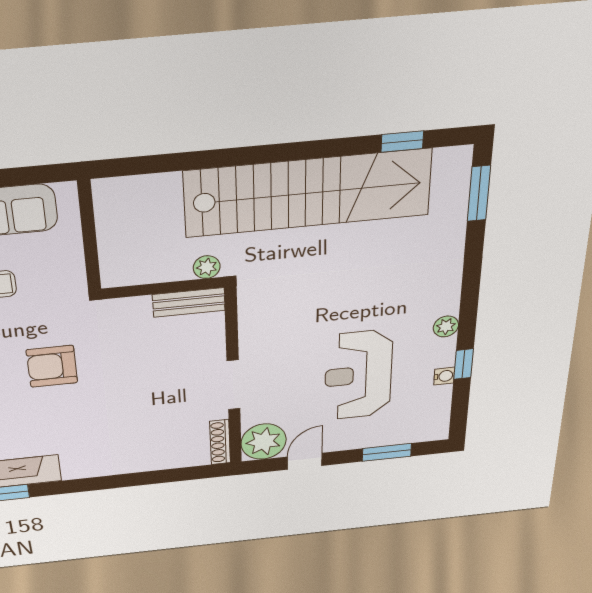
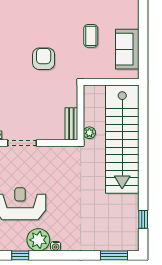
stairs: (308, 193) -> (122, 139), moved
plant: (446, 326) -> (38, 240), width x1.88, depth x1.88
water cooler: (444, 376) -> (56, 246), moved

